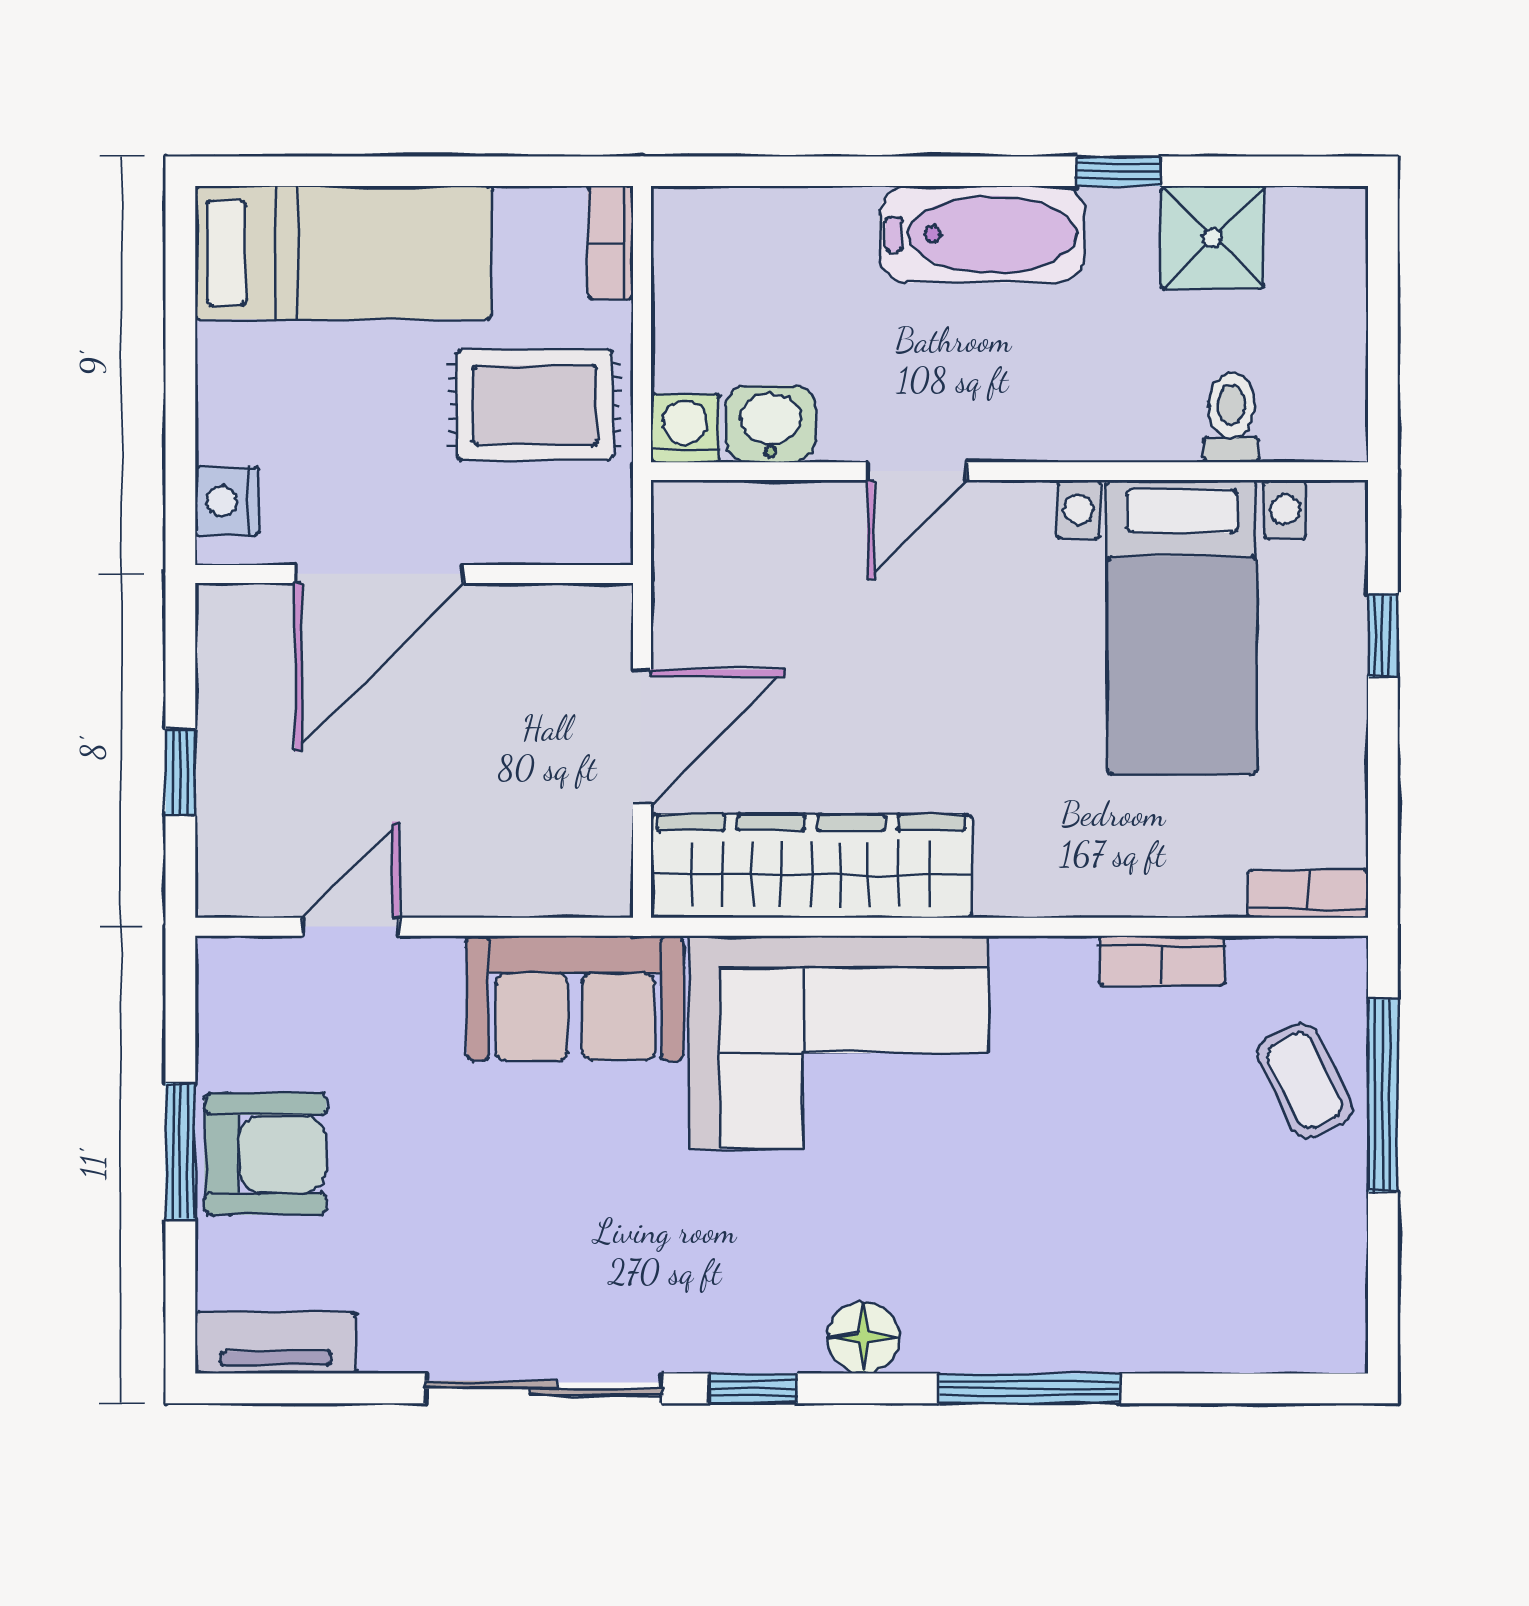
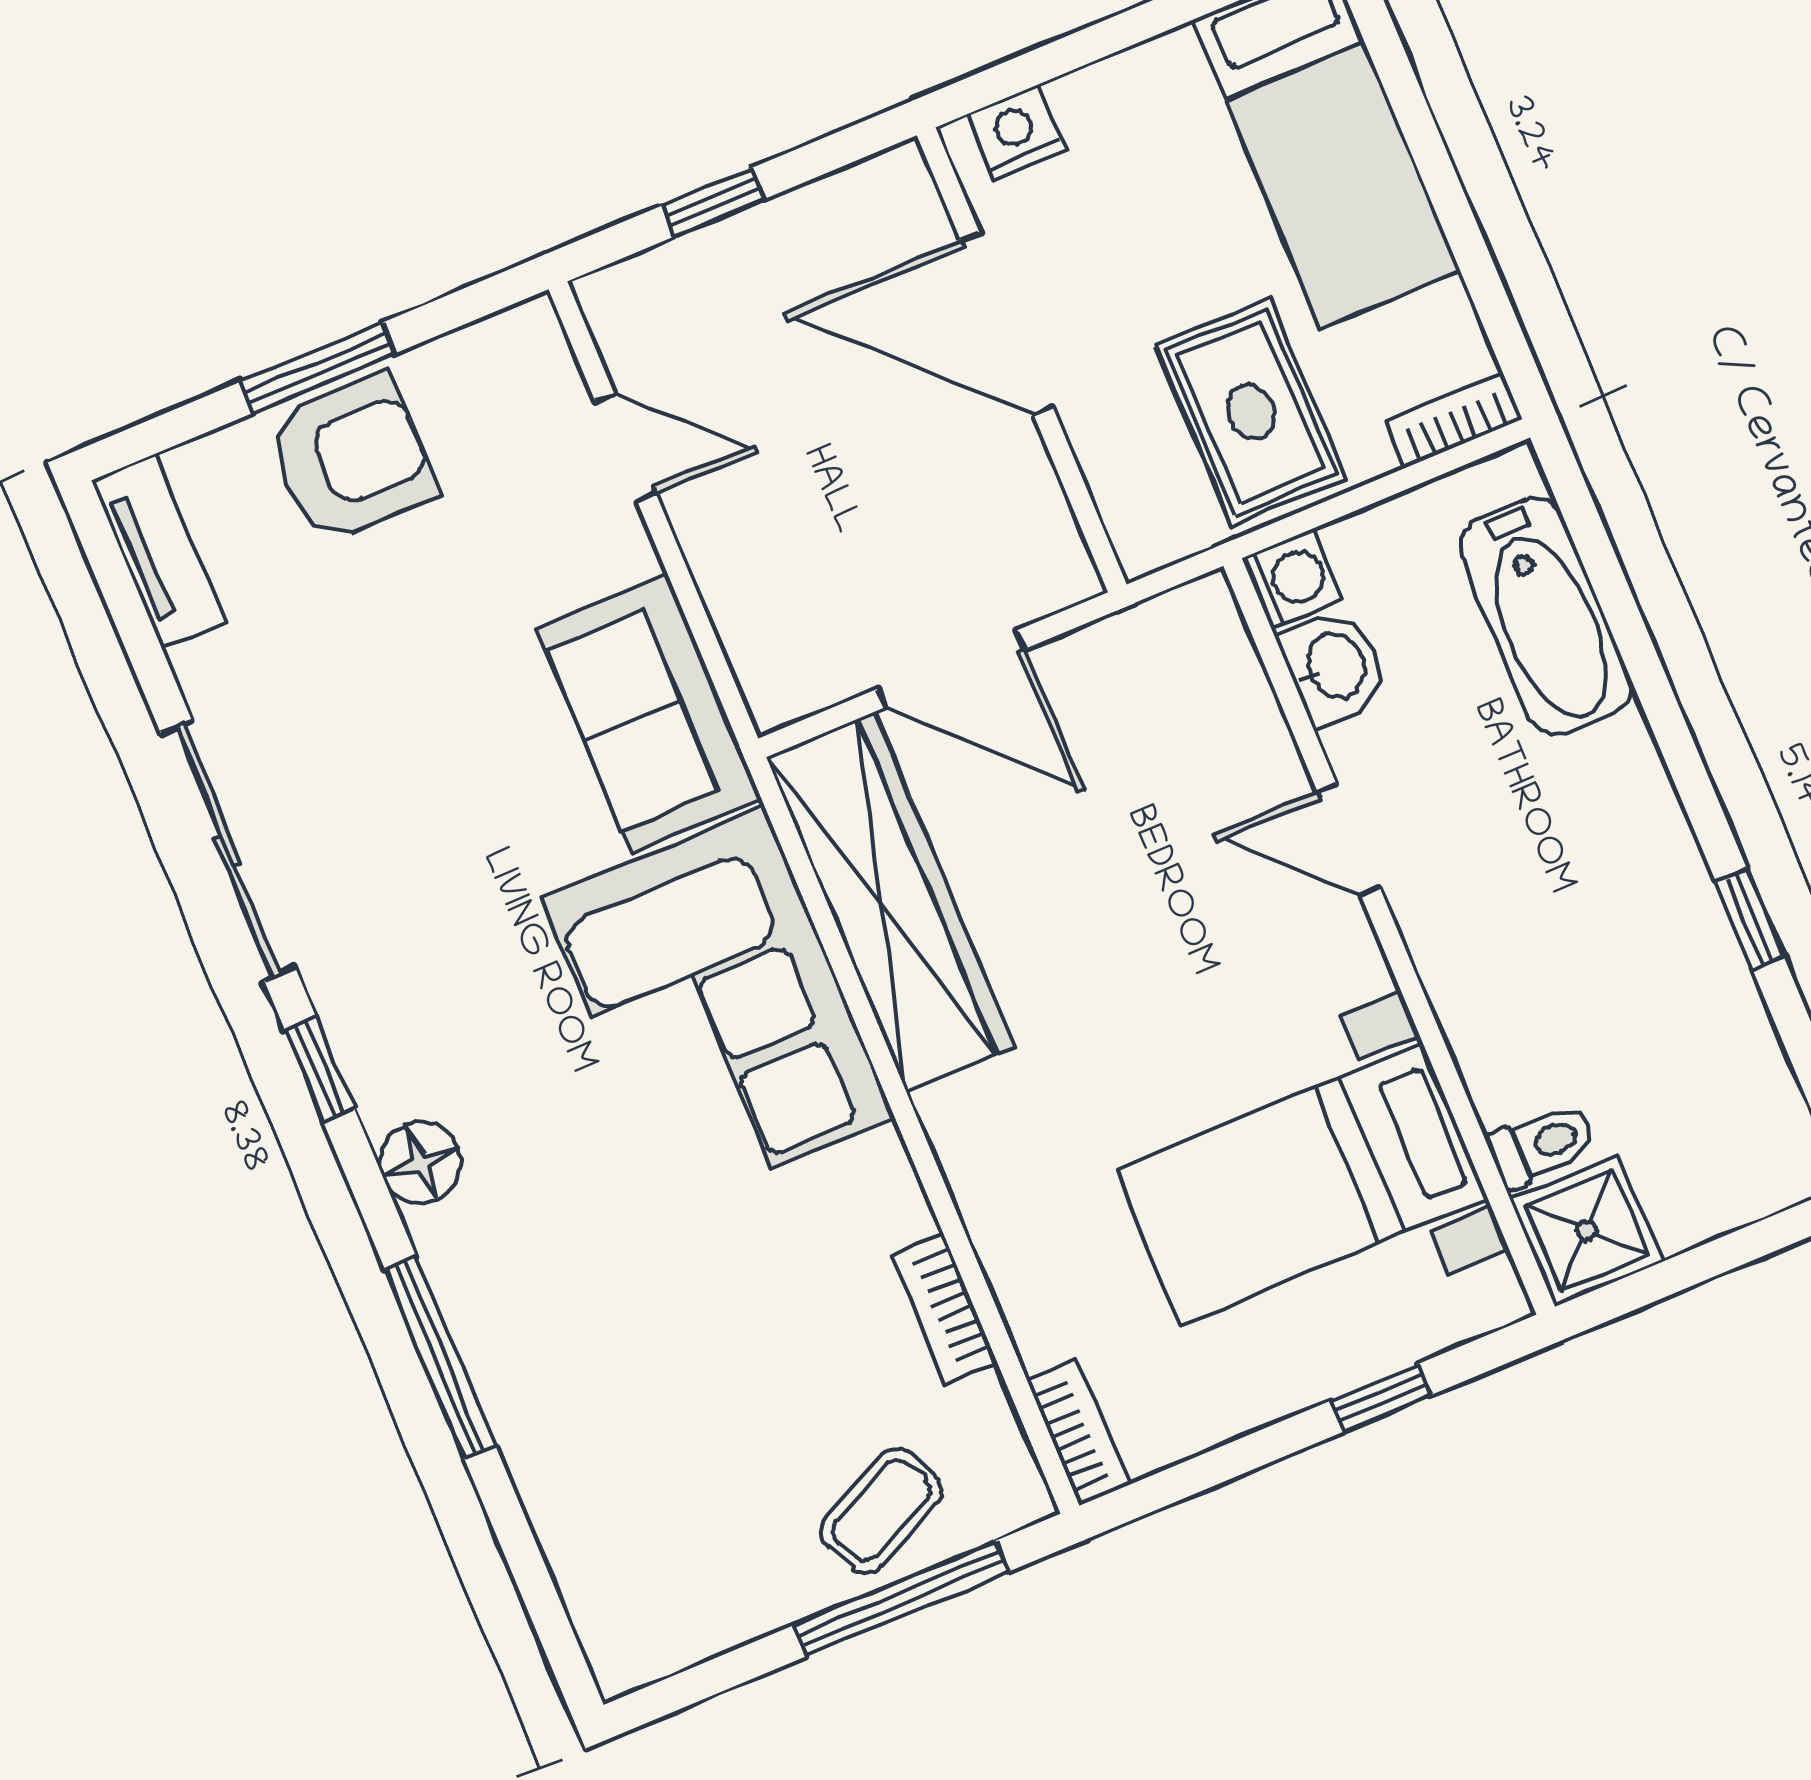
bathtub: (982, 234) -> (1546, 617), moved
shower: (1213, 238) -> (1586, 1230), moved
armchair: (266, 1154) -> (352, 458), turned -90

